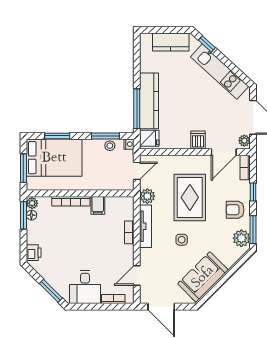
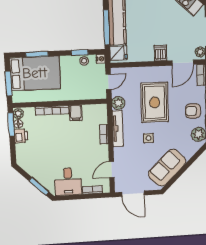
window: (105, 136) -> (80, 53), width x0.67
printer: (34, 253) -> (21, 136), moved

